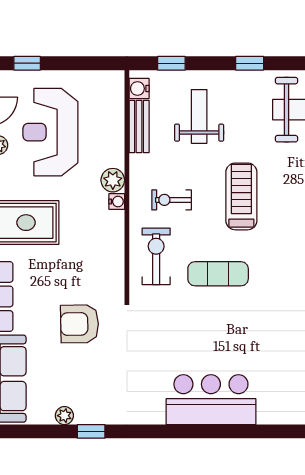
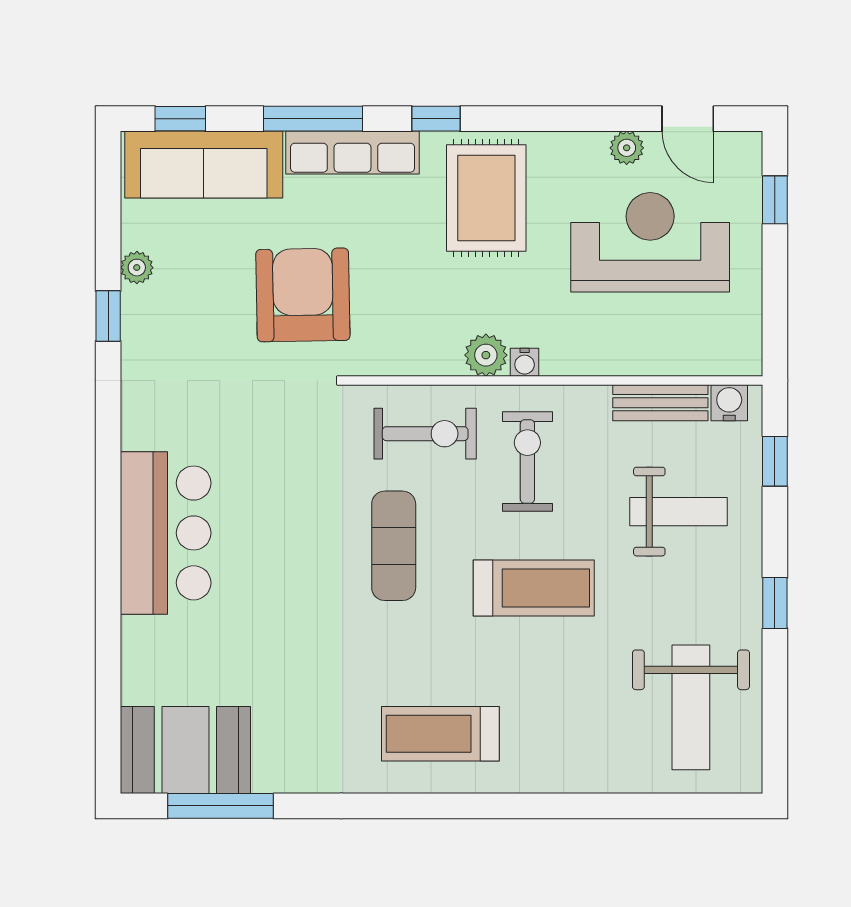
plant: (113, 180) -> (486, 355), moved
exercise bike: (172, 200) -> (527, 462), width x1.38, depth x1.39
armchair: (80, 324) -> (303, 295), width x1.36, depth x1.36

